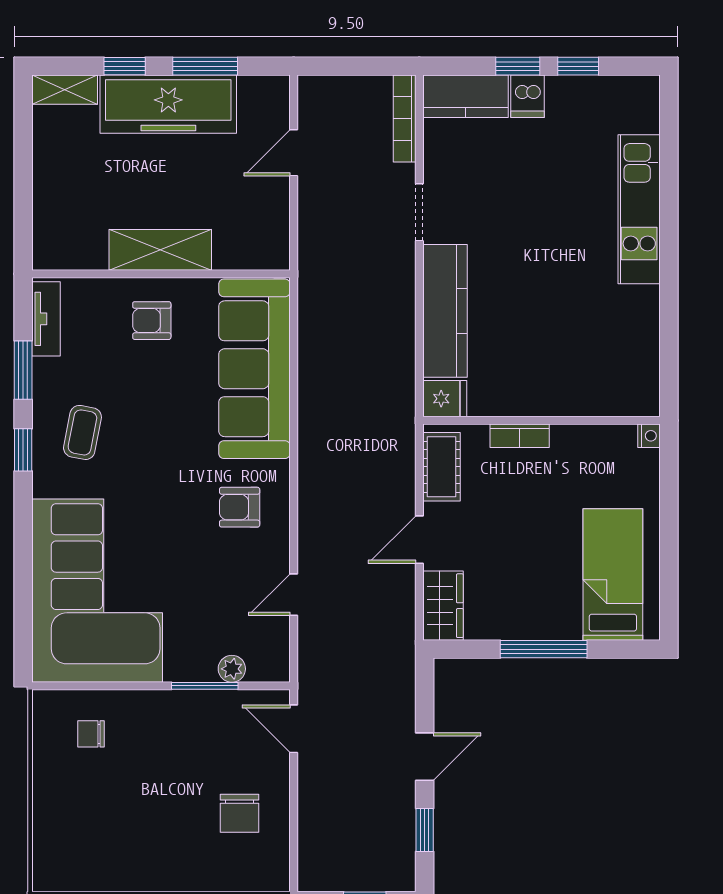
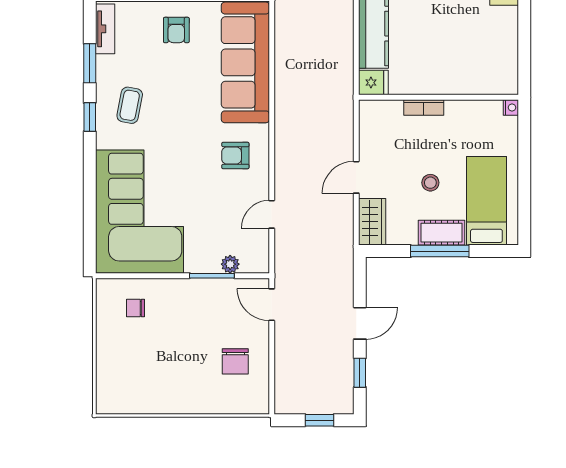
armchair: (152, 321) -> (176, 30), turned -90
cot: (441, 467) -> (442, 233), moved, turned 90
stool: (530, 548) -> (430, 183), added

